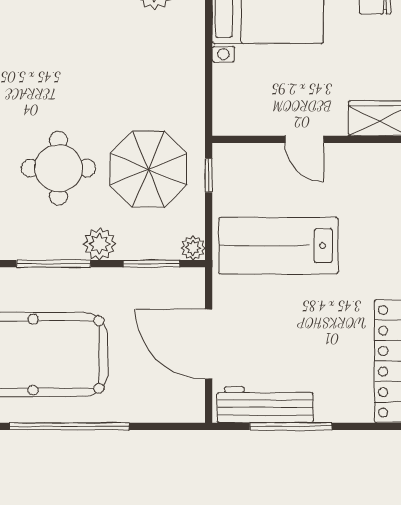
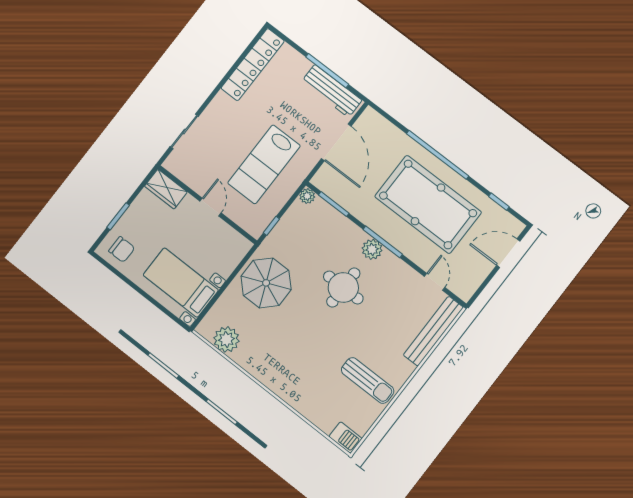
parasol: (148, 169) -> (266, 283), moved
plant: (100, 244) -> (372, 249), moved
lab bench: (279, 246) -> (264, 164), turned 90

